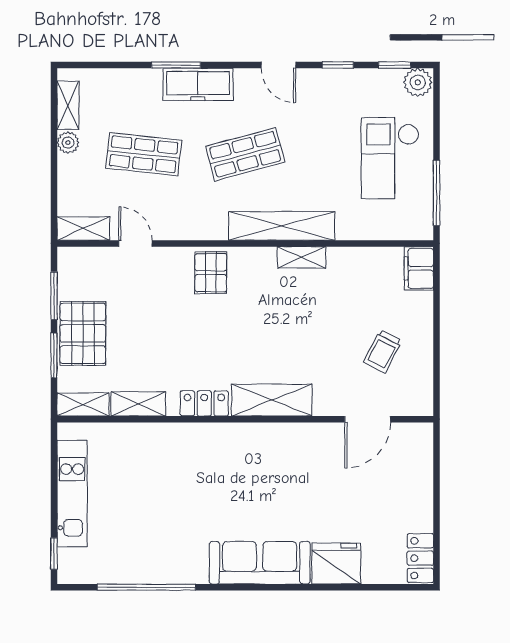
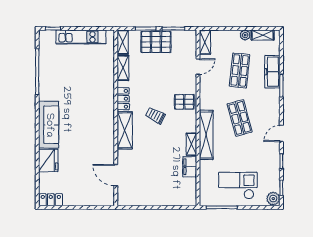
freezer: (198, 84) -> (272, 72), moved
filing cabinet: (419, 268) -> (190, 167), moved, turned -90
trolley: (383, 351) -> (155, 116), moved

